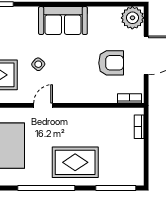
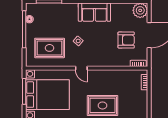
door: (43, 105) -> (81, 68), swing flipped

